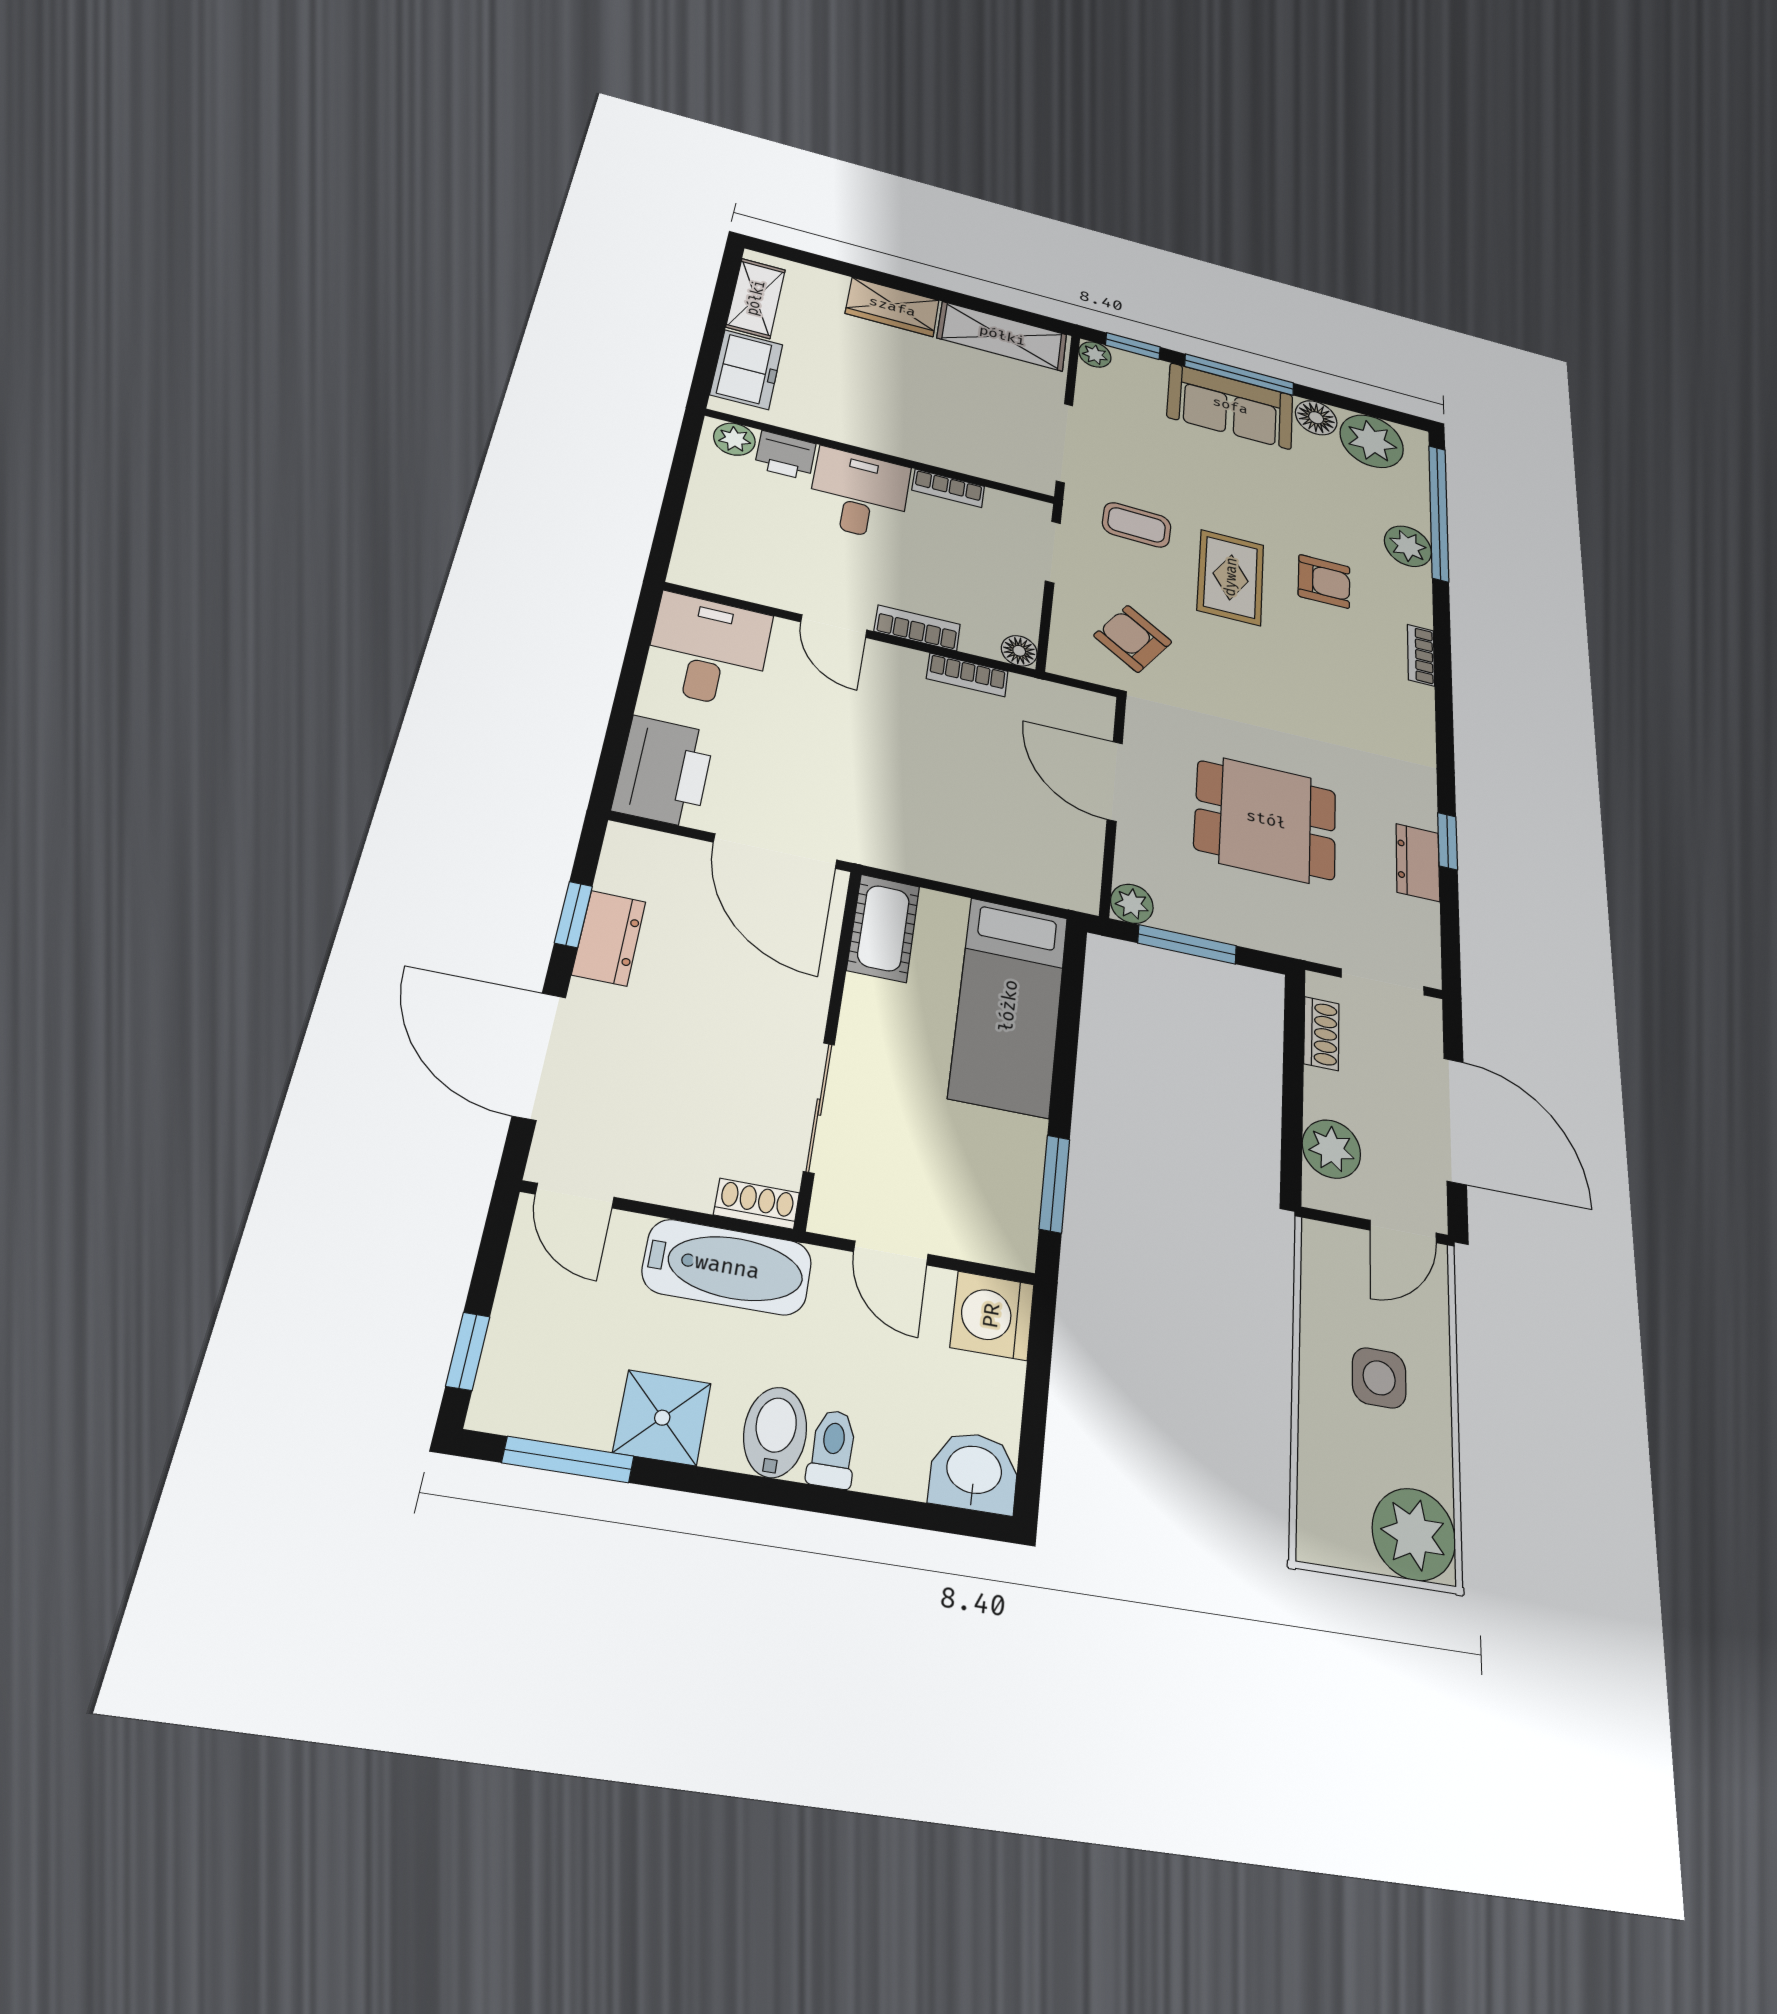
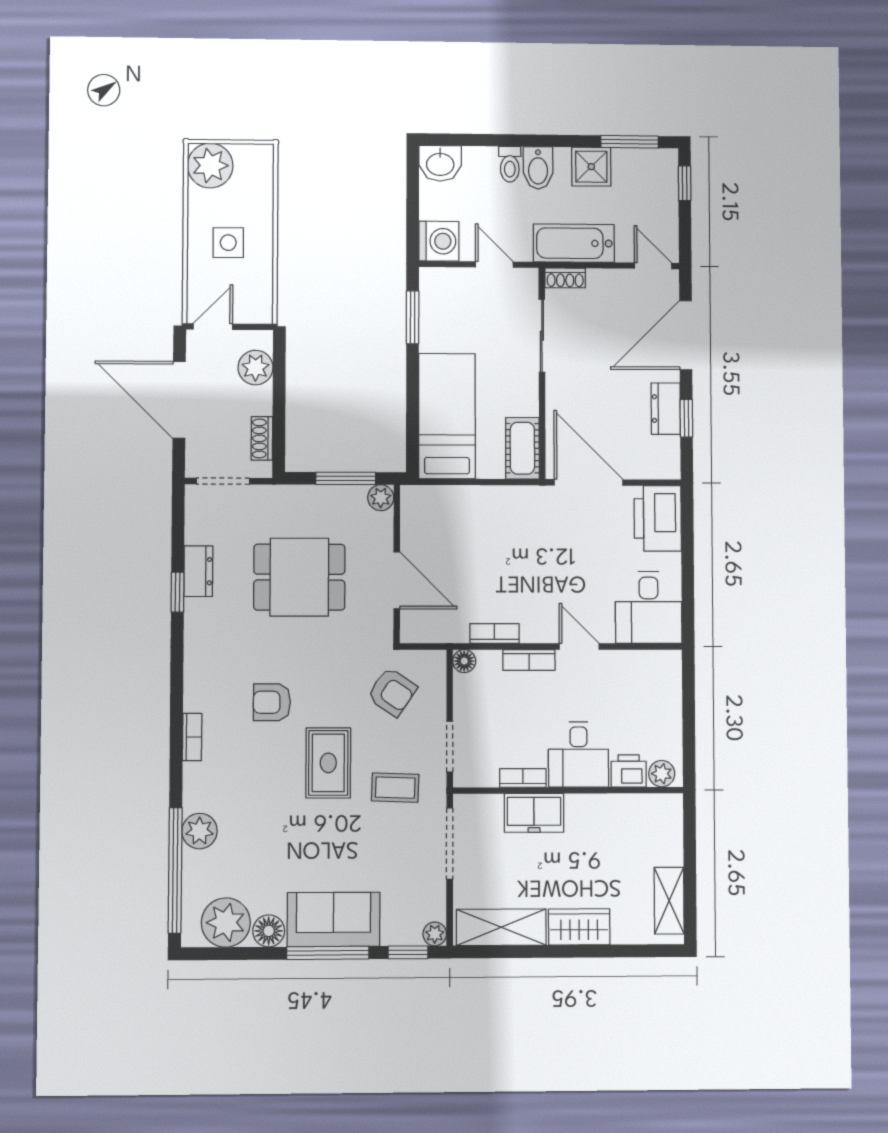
freezer: (747, 370) -> (534, 813), moved, turned -90
armchair: (1324, 581) -> (272, 702), moved
door: (539, 1056) -> (686, 335), swing flipped

